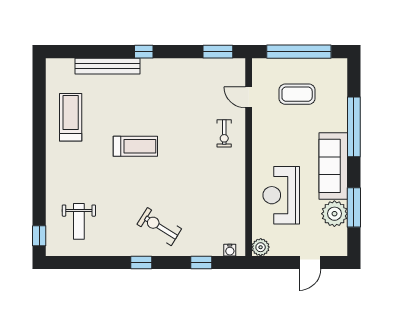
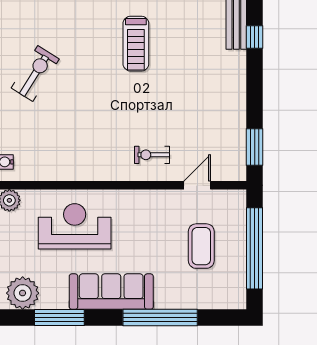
window: (144, 52) -> (255, 37), moved
plant: (334, 214) -> (23, 293), moved

